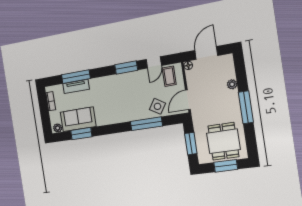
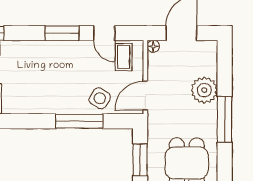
door: (154, 63) -> (104, 33), hinge flipped
plant: (232, 84) -> (204, 90), width x1.88, depth x1.88

